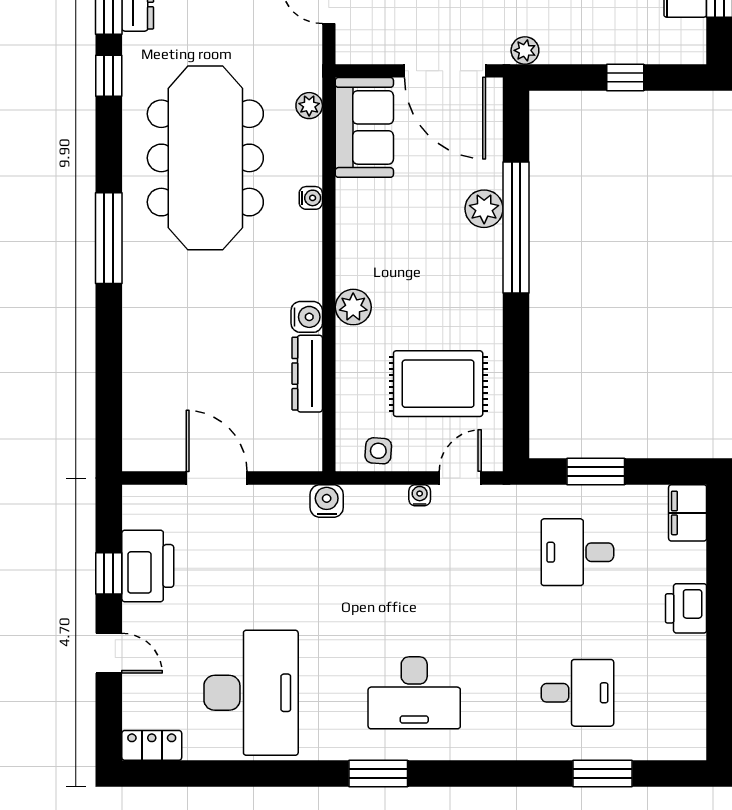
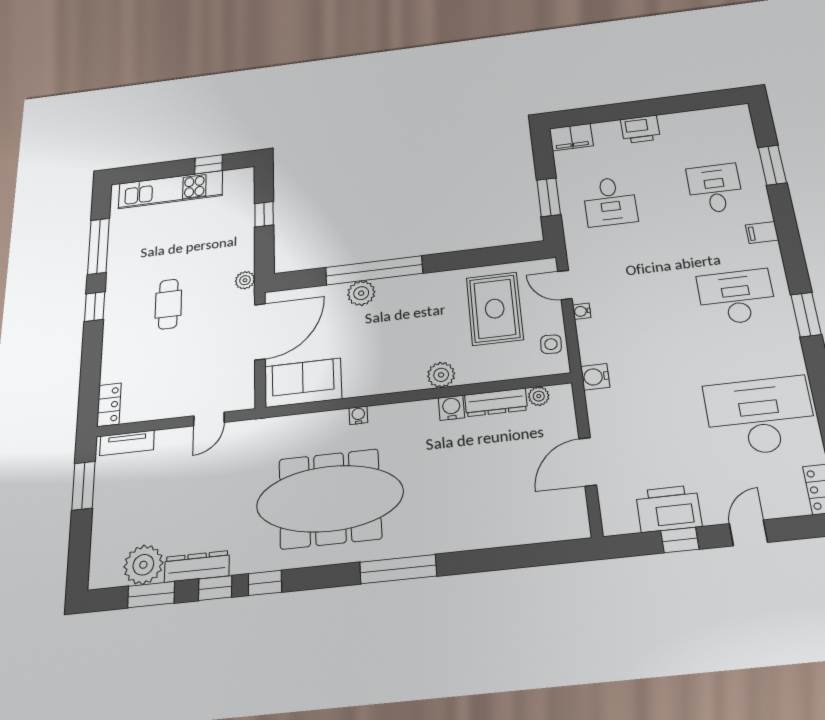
plant: (309, 106) -> (539, 396), moved
desk: (414, 693) -> (736, 297), turned -90
filing cabinet: (503, 741) -> (762, 232), added

